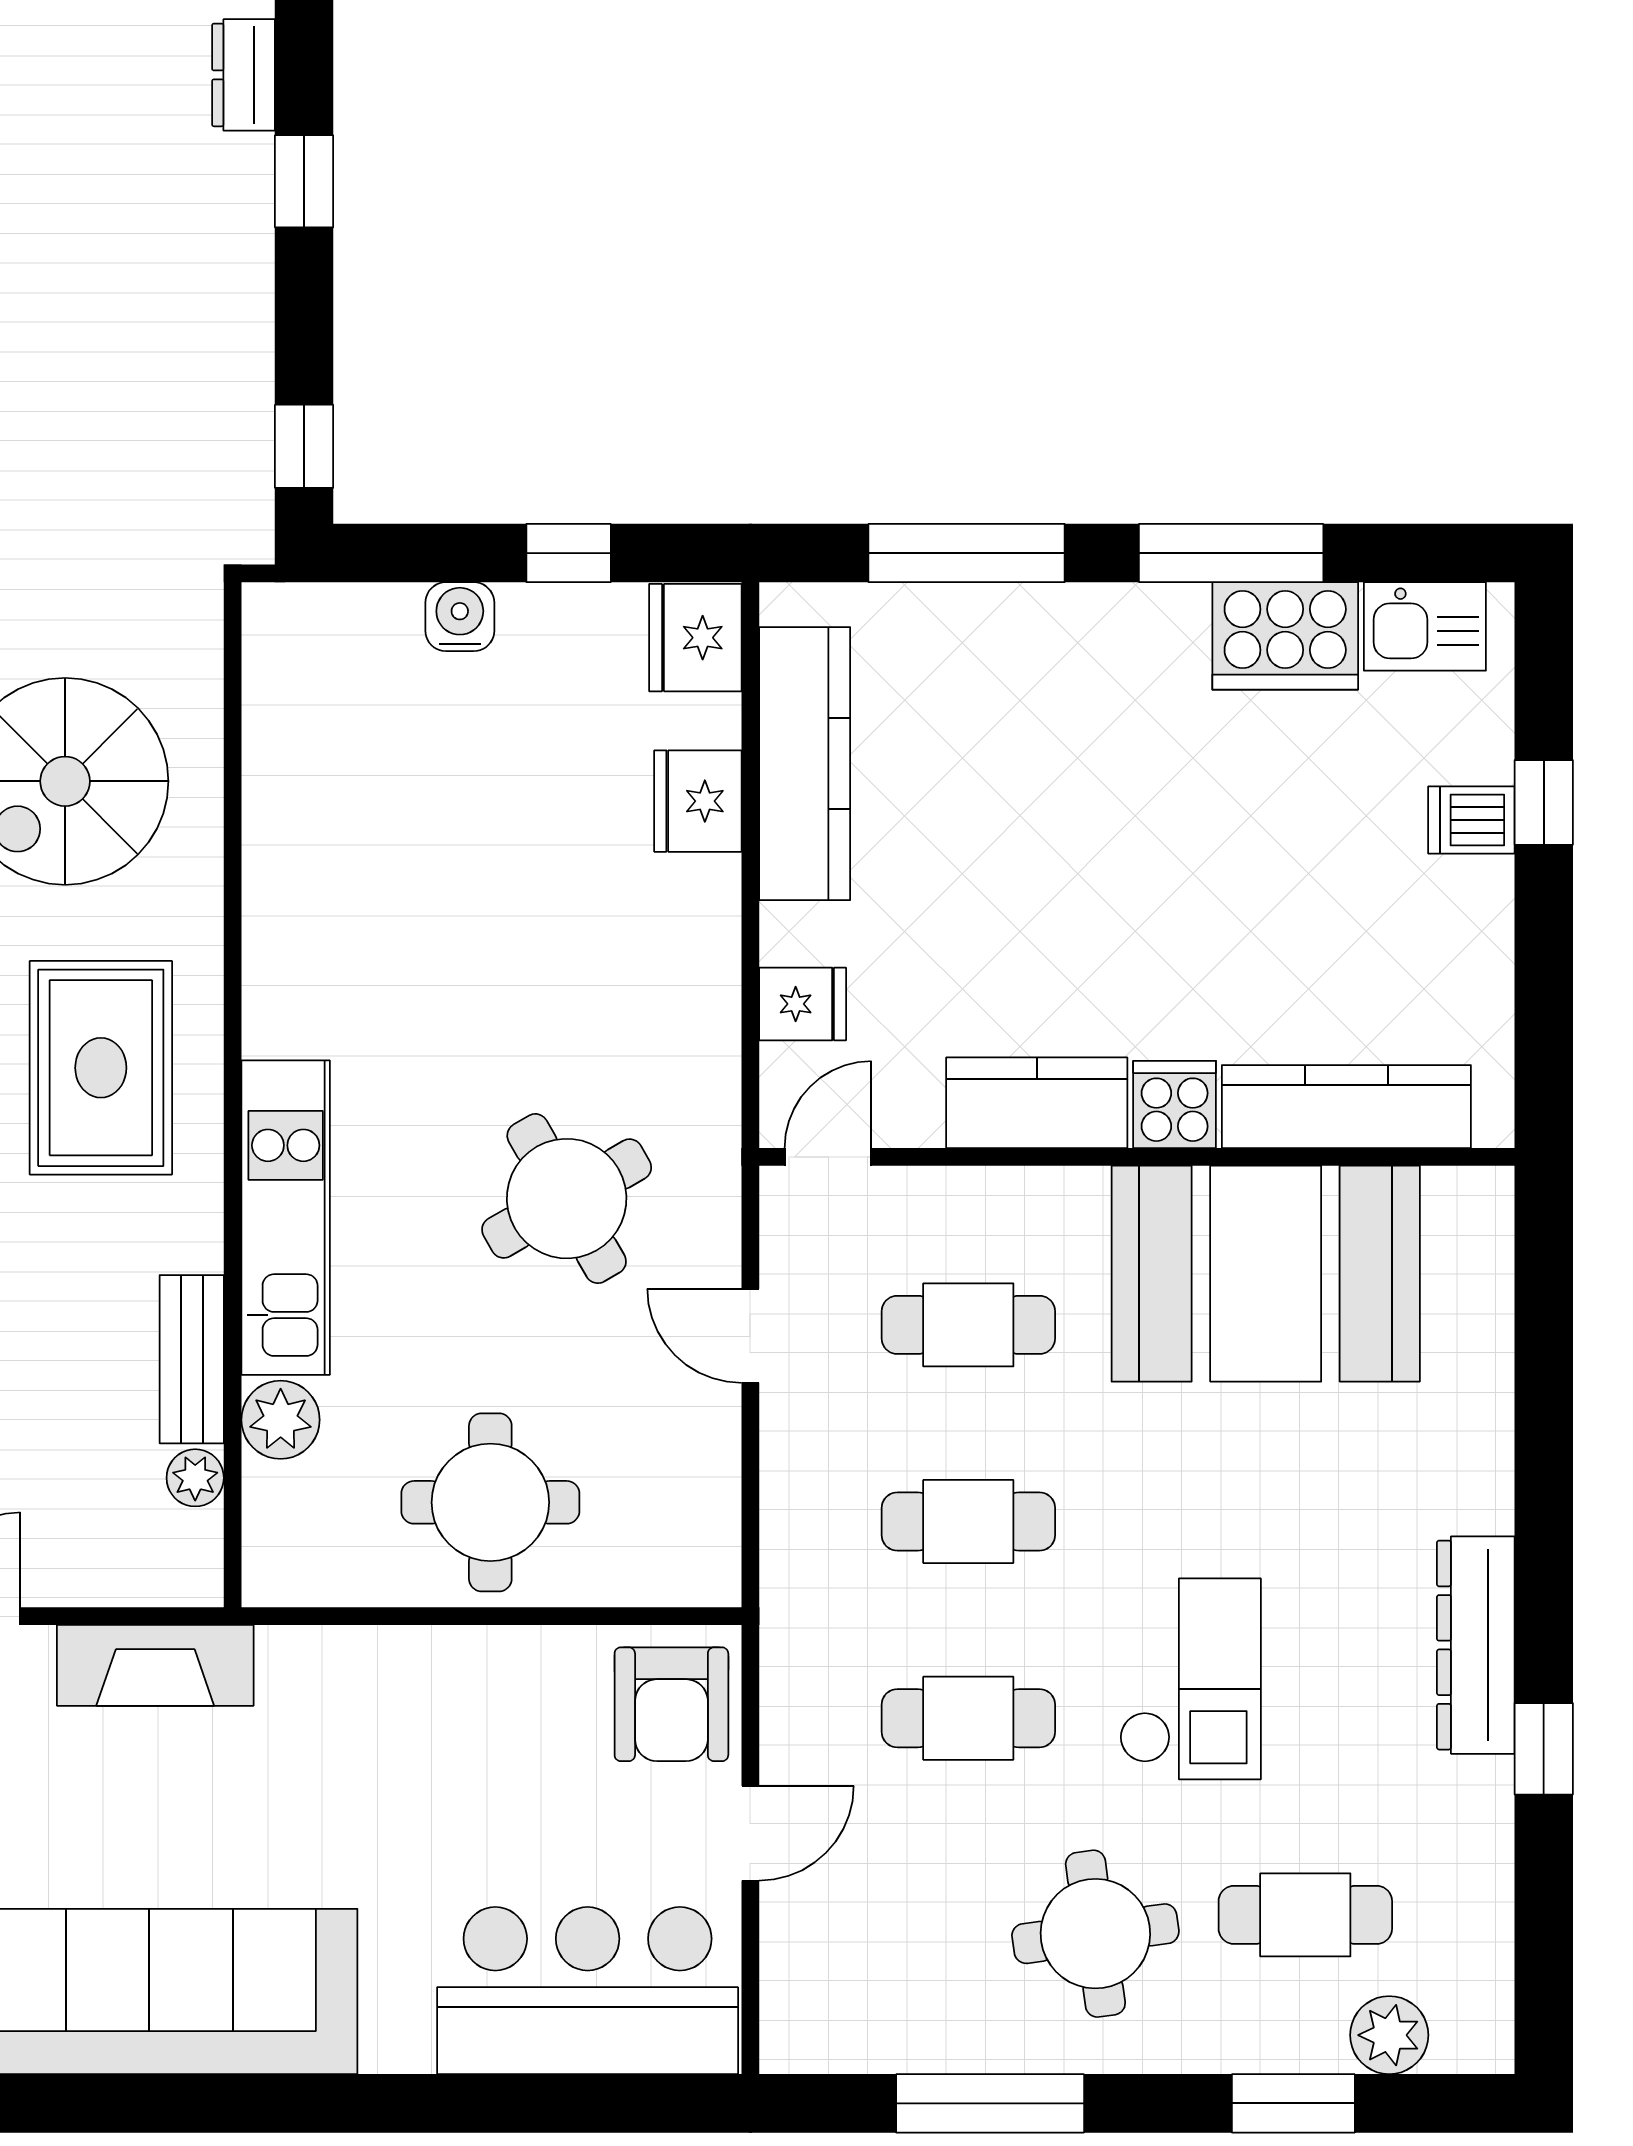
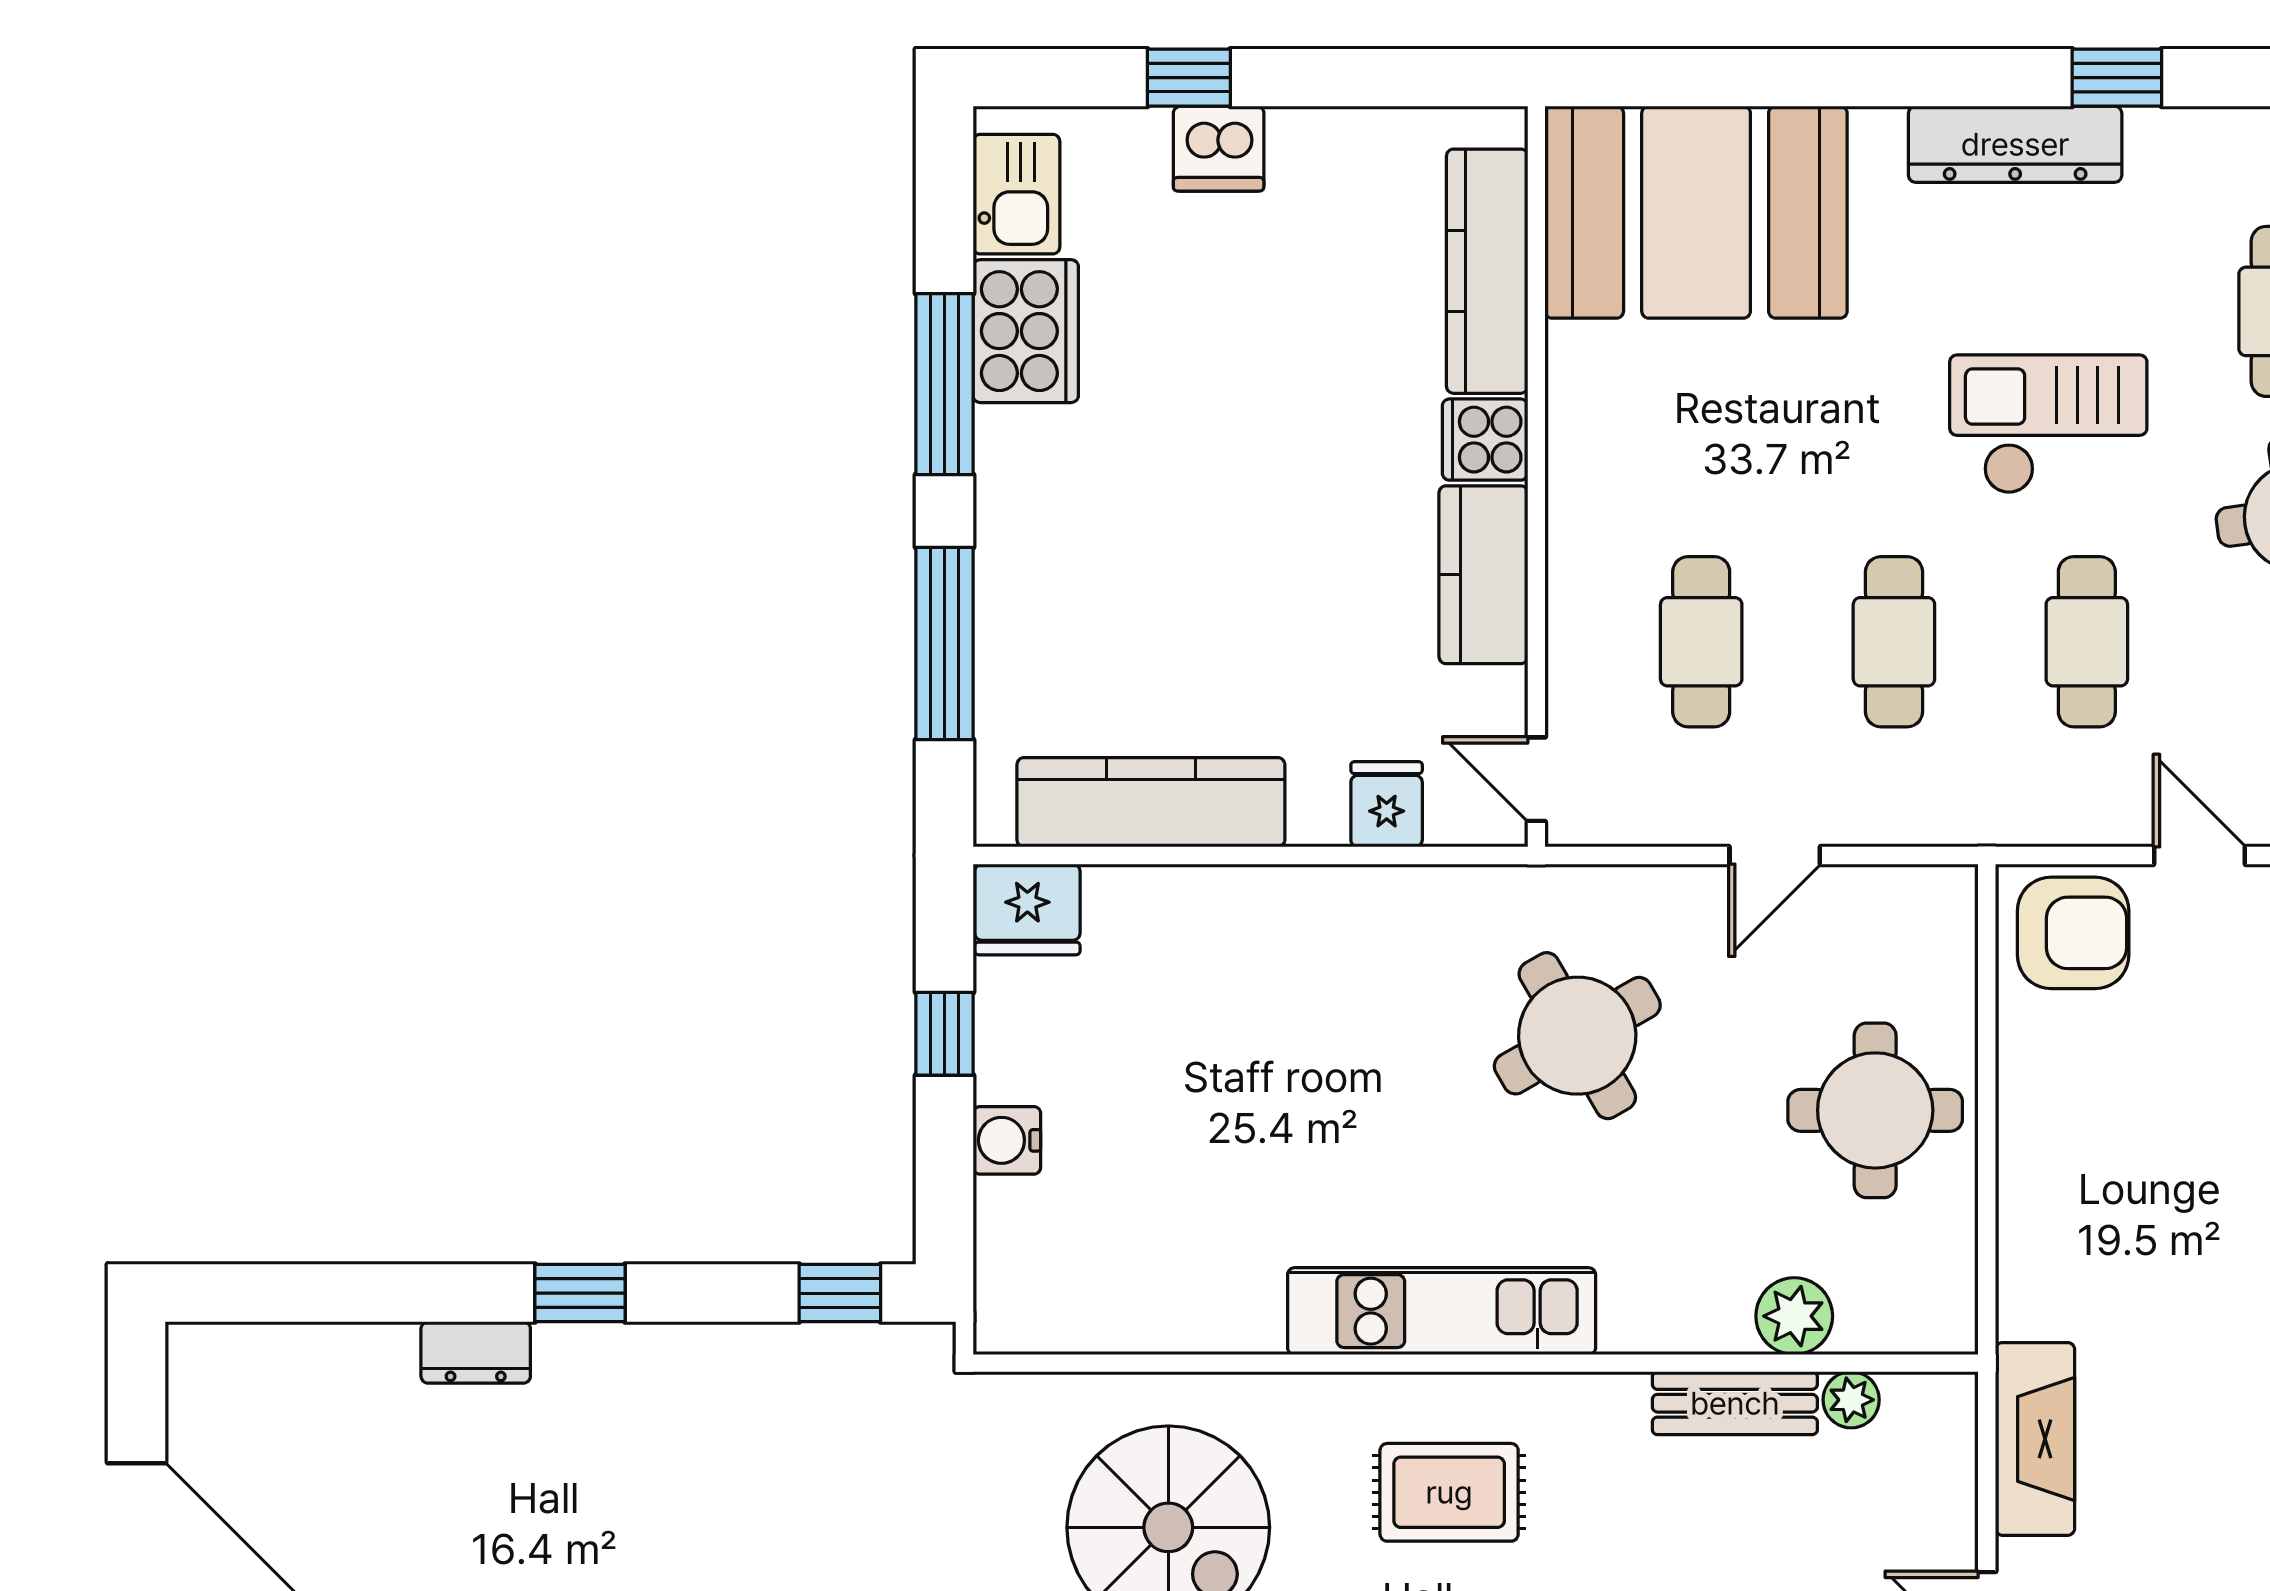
fridge: (698, 801) -> (1188, 907), removed
dishwasher: (1471, 820) -> (1219, 149), width x1.38
rug: (101, 1068) -> (1449, 1492), width x0.73, depth x0.70
kitchen unit: (286, 1218) -> (1442, 1311), moved
booth: (1266, 1274) -> (1696, 212), moved, turned 90
door: (750, 1336) -> (1775, 855), moved

